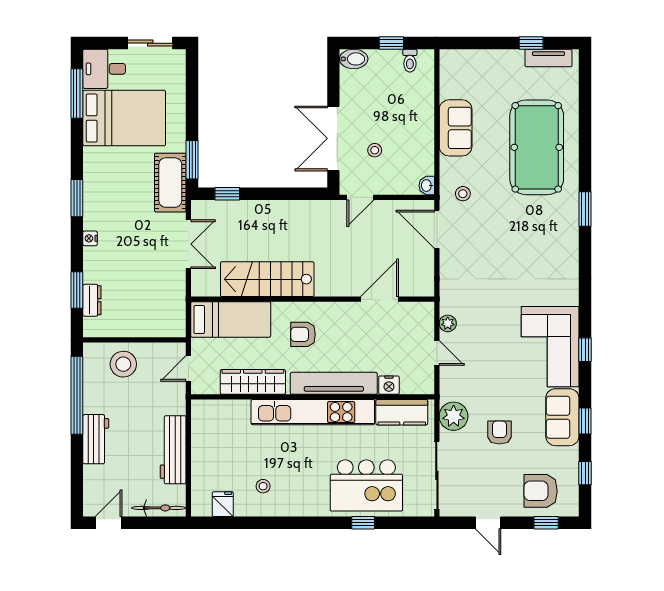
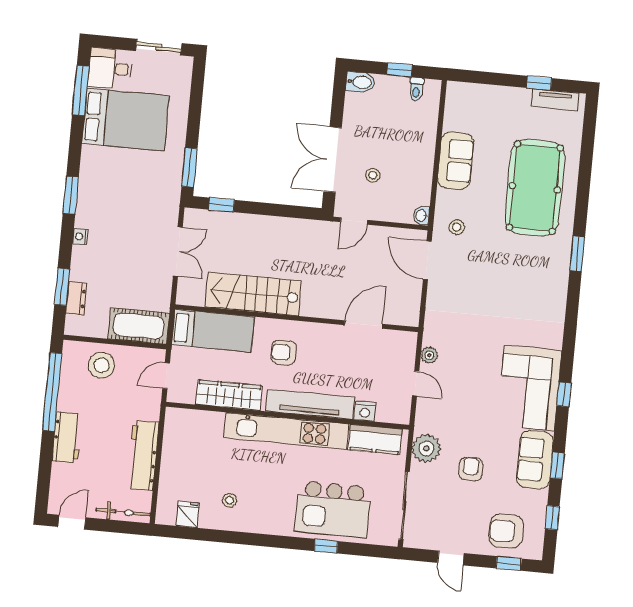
cot: (170, 183) -> (139, 326), moved, turned 90

